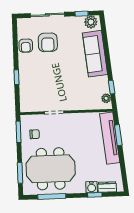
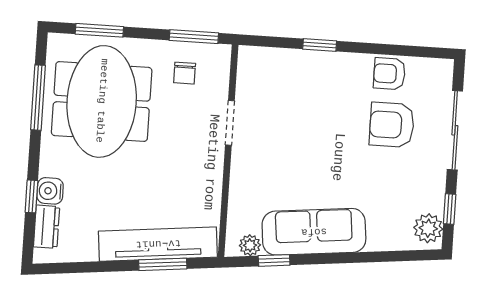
sofa: (95, 54) -> (314, 232), moved

